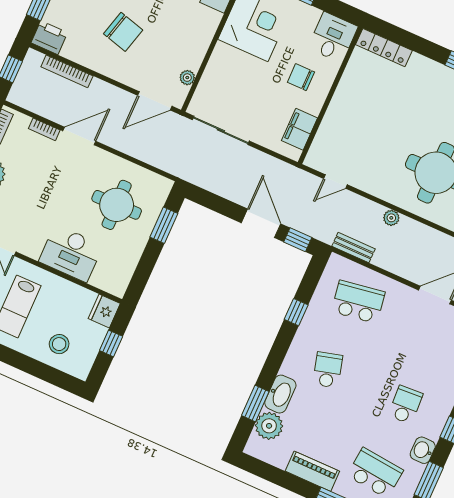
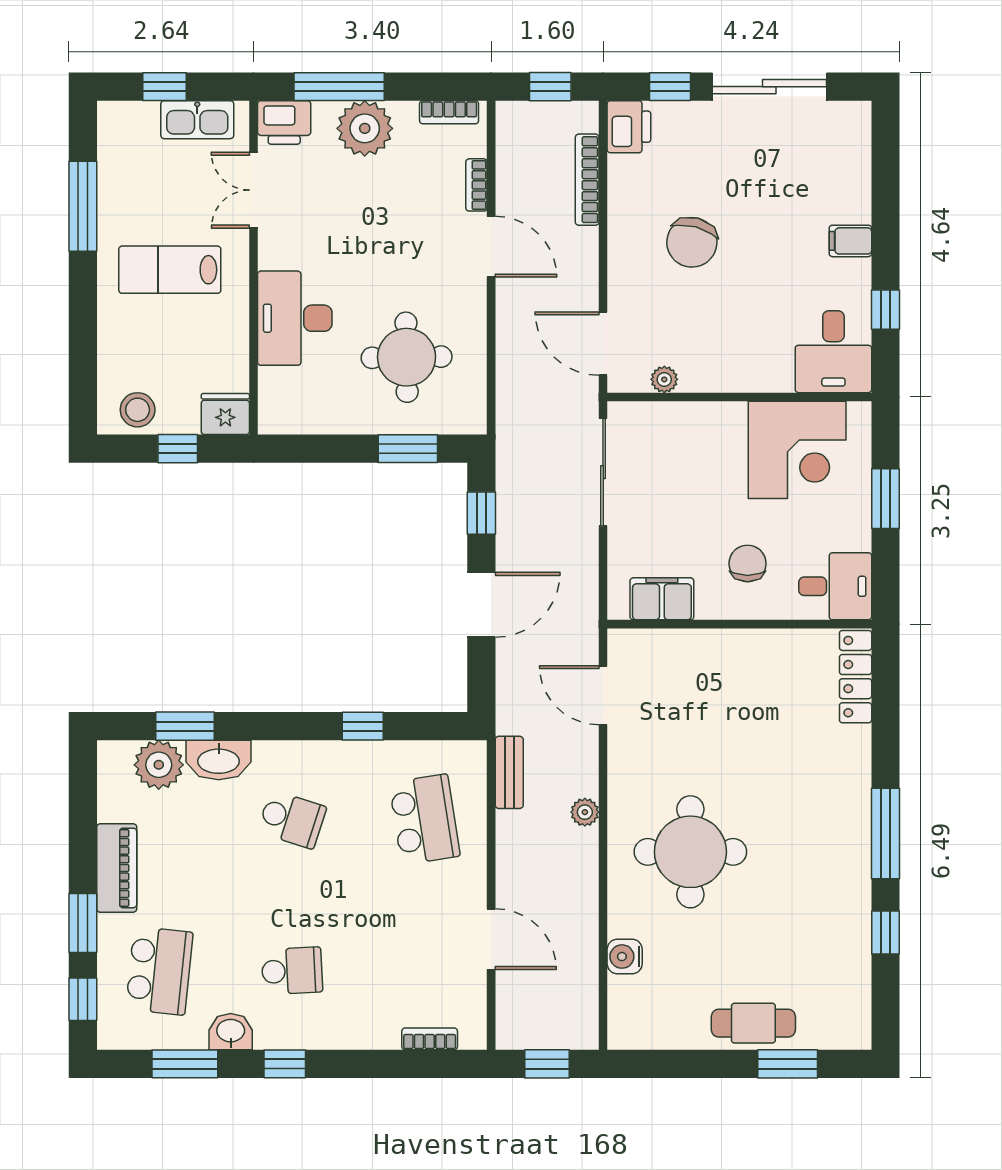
door: (335, 182) -> (603, 695), width x1.38
window: (298, 240) -> (481, 513), moved
stool: (59, 344) -> (138, 410), moved
school desk: (328, 370) -> (292, 819), turned 33

